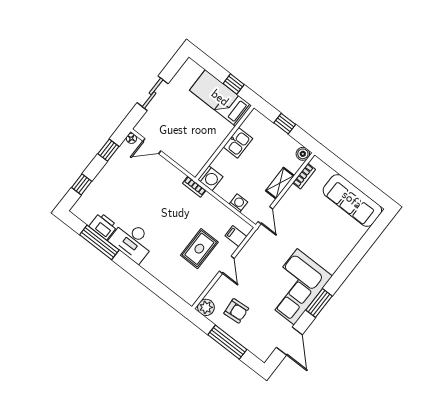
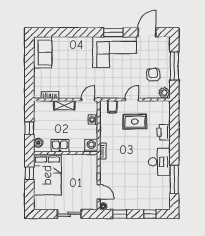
bed: (220, 98) -> (47, 175), width x1.50
boiler: (303, 154) -> (38, 143), moved
sofa: (352, 200) -> (43, 52), width x0.73
printer: (103, 226) -> (164, 132), moved

